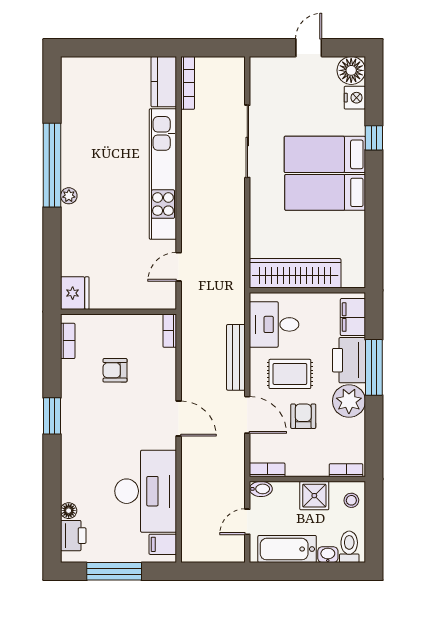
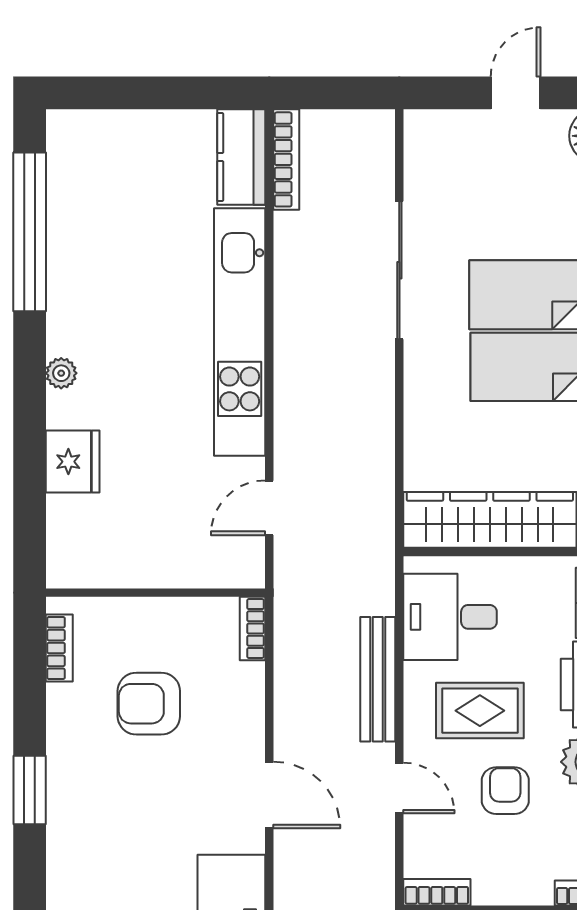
window: (52, 165) -> (30, 232), moved
fridge: (75, 293) -> (73, 462), moved
armchair: (115, 370) -> (149, 704), width x1.38, depth x1.38
door: (247, 415) -> (399, 788), width x0.73

